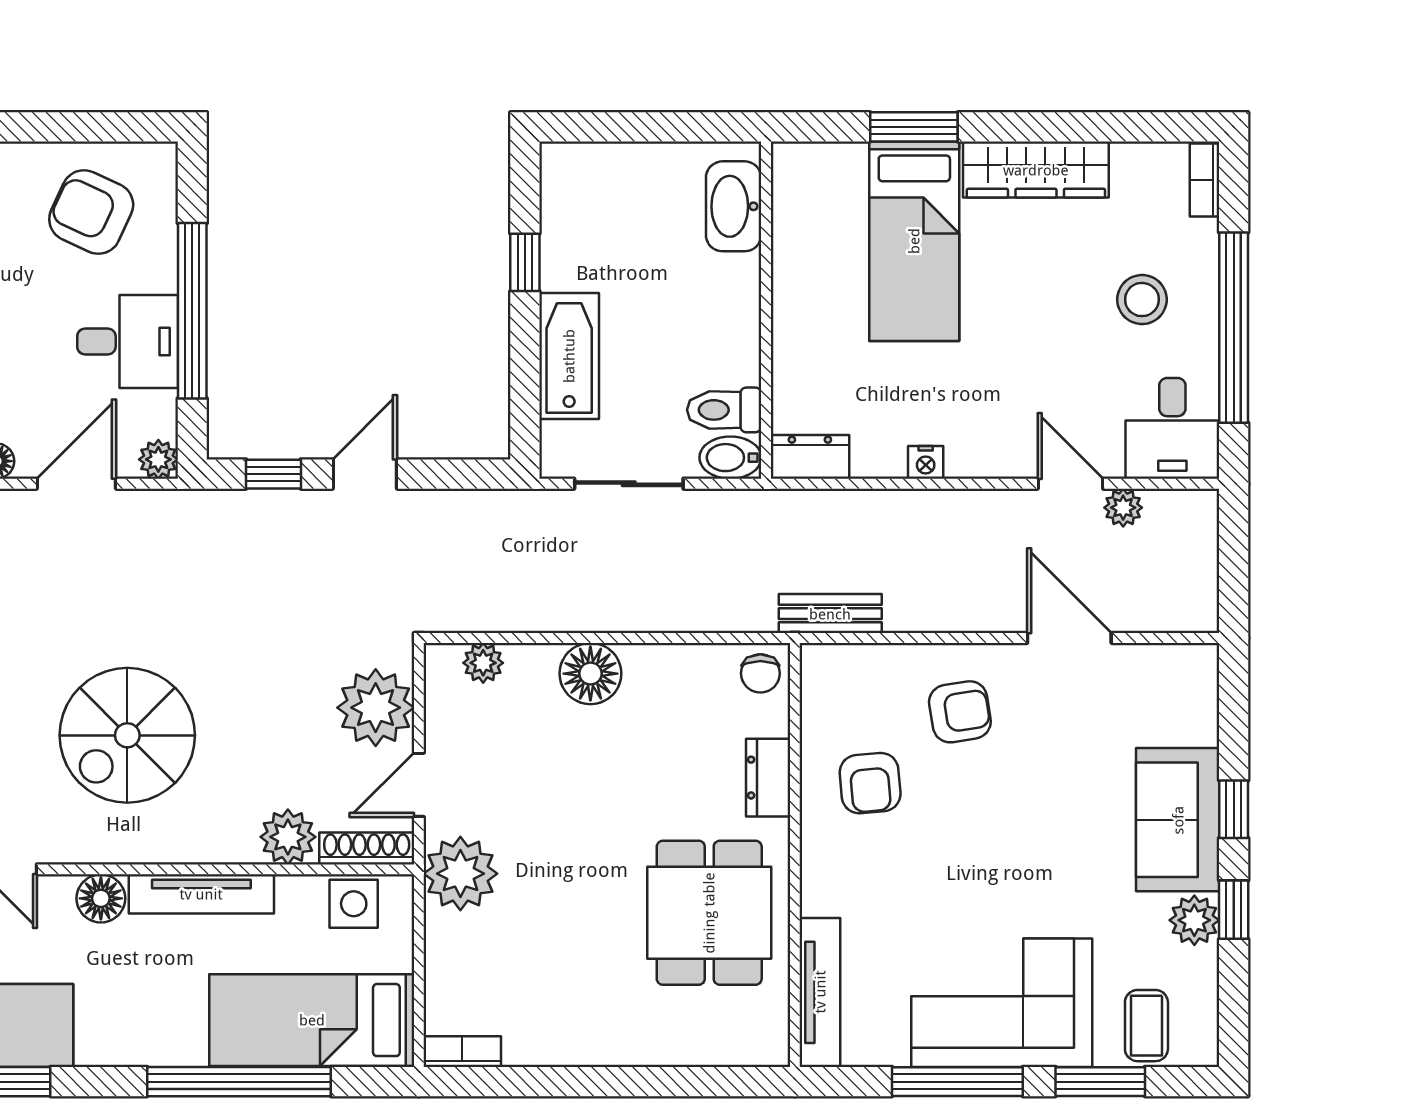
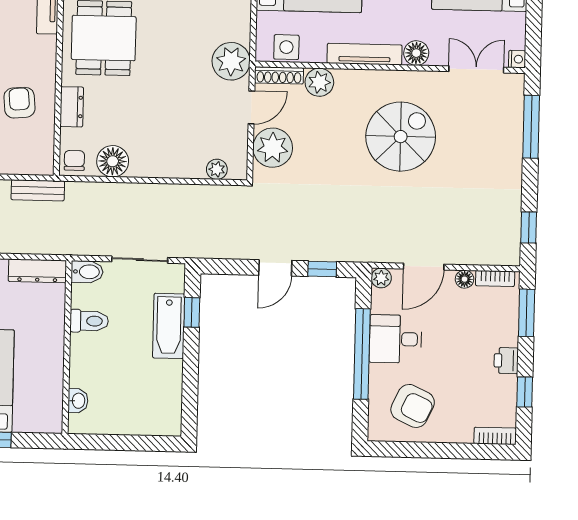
washbasin: (734, 206) -> (78, 401), width x0.52, depth x0.69
window: (525, 262) -> (192, 312), moved
toilet: (724, 410) -> (89, 321), moved
dresser: (810, 457) -> (37, 271), width x1.44
floor lamp: (590, 674) -> (113, 161), moved

